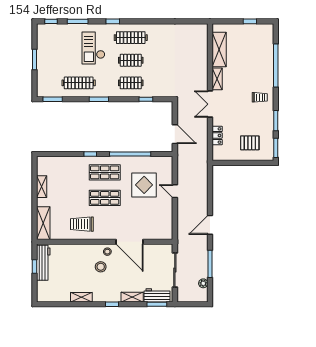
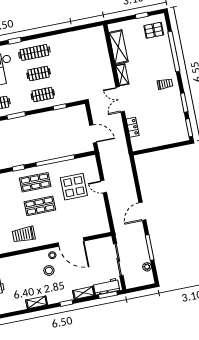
pallet: (250, 143) -> (154, 30), moved

